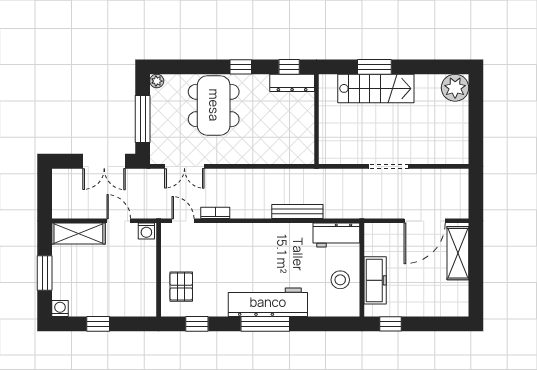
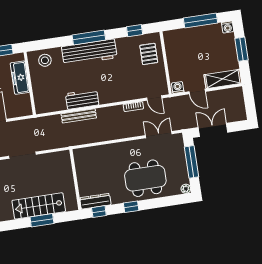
dining table: (214, 105) -> (145, 178), turned 90
workbench: (336, 235) -> (82, 99), moved
stool: (340, 280) -> (45, 60), moved
window: (98, 324) -> (201, 21), width x2.17

